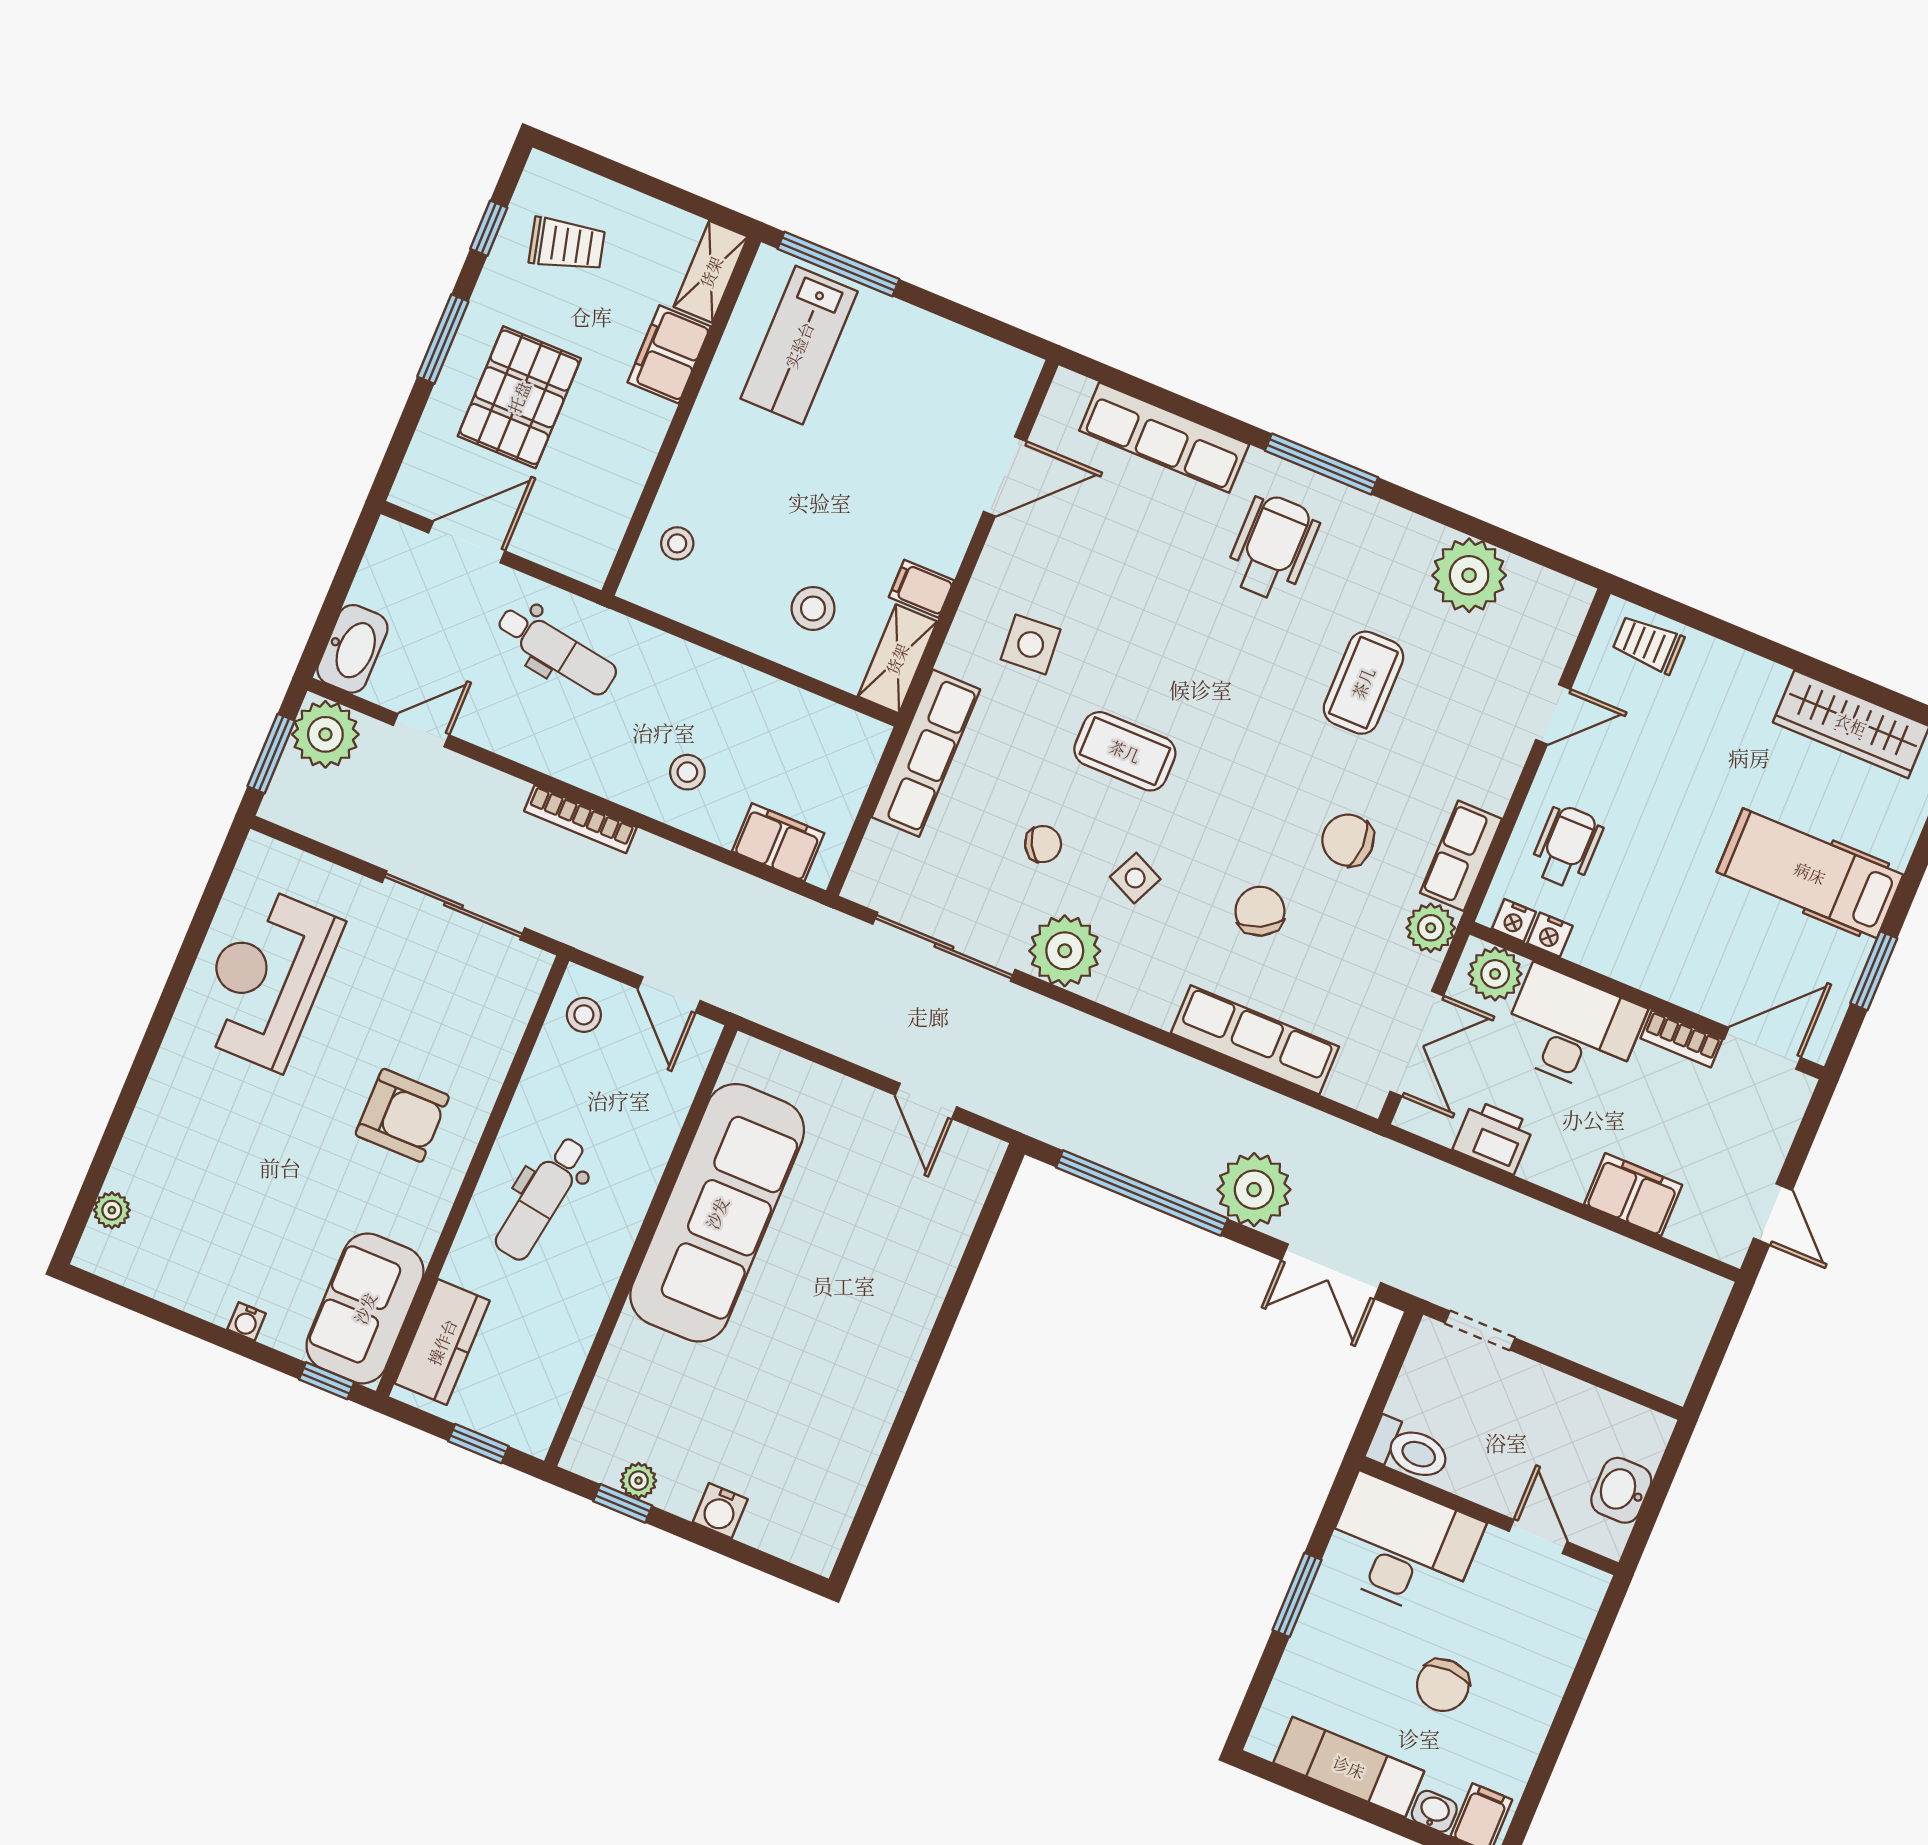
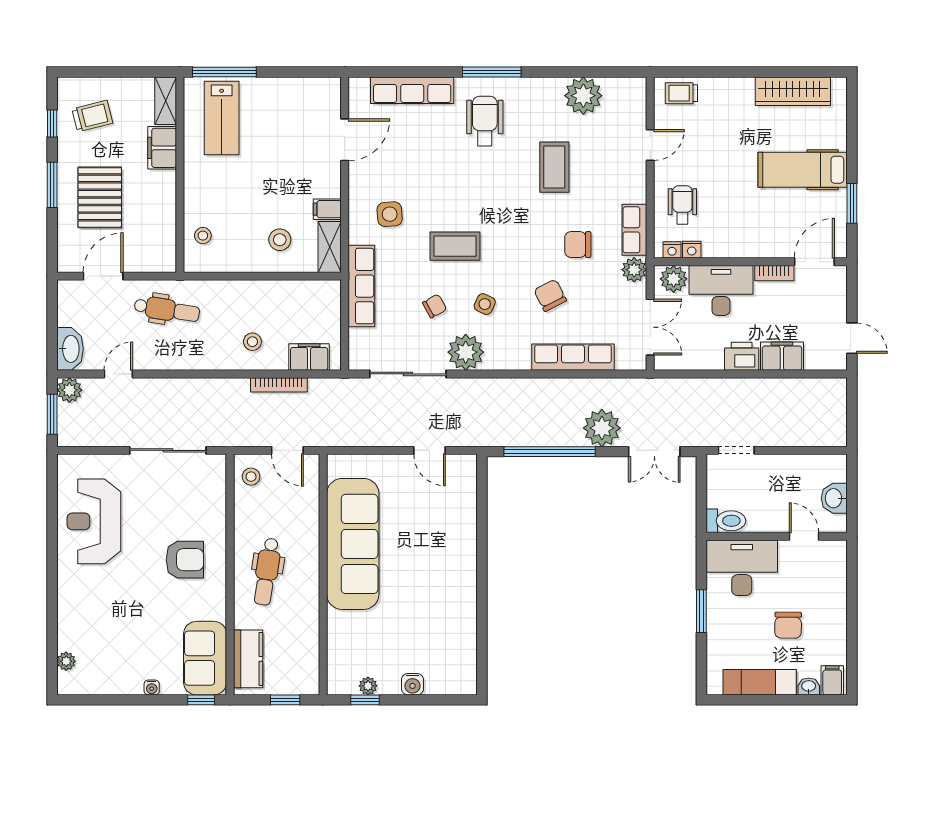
plant: (325, 734) -> (69, 390), width x0.73, depth x0.73
bookcase: (580, 819) -> (279, 385), moved
printer: (1493, 1137) -> (742, 356), moved

